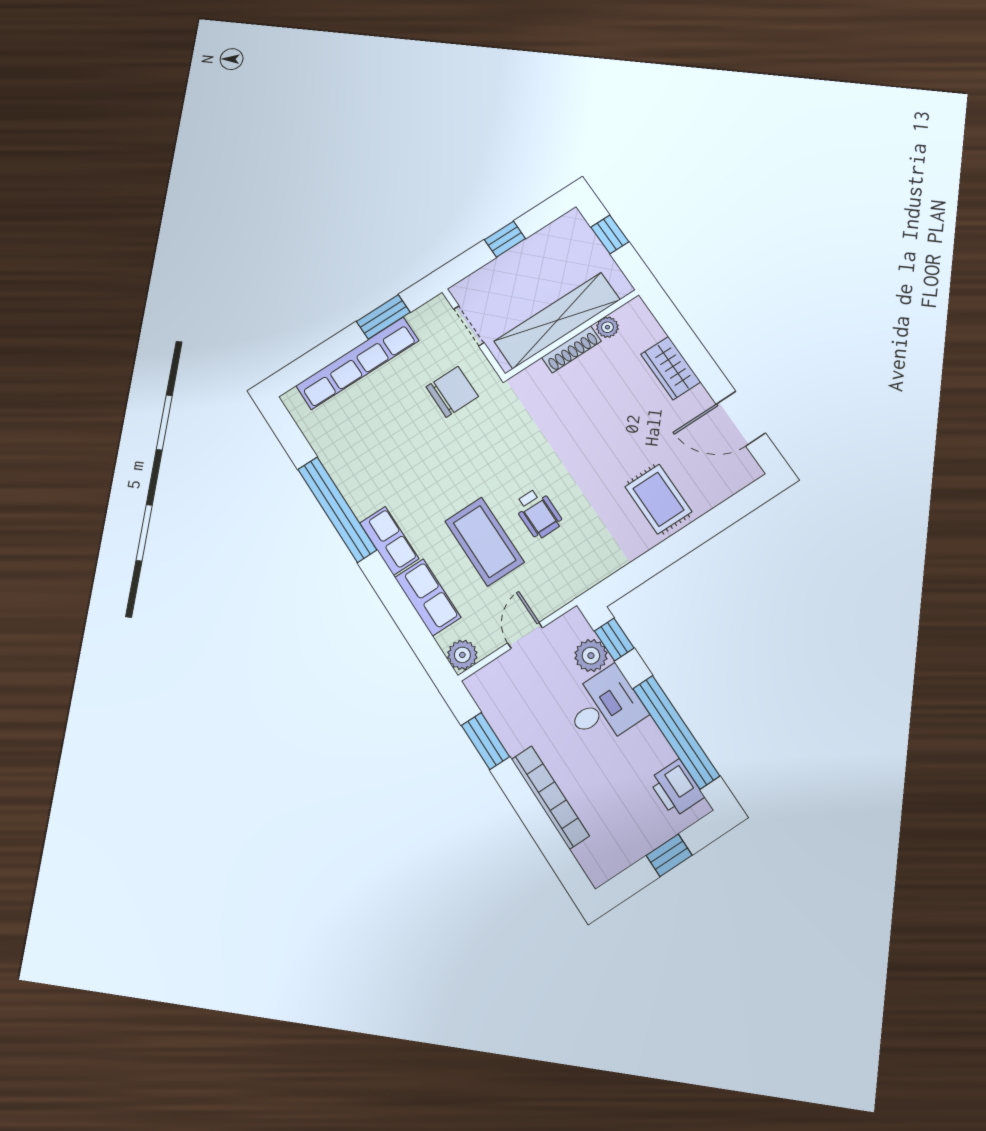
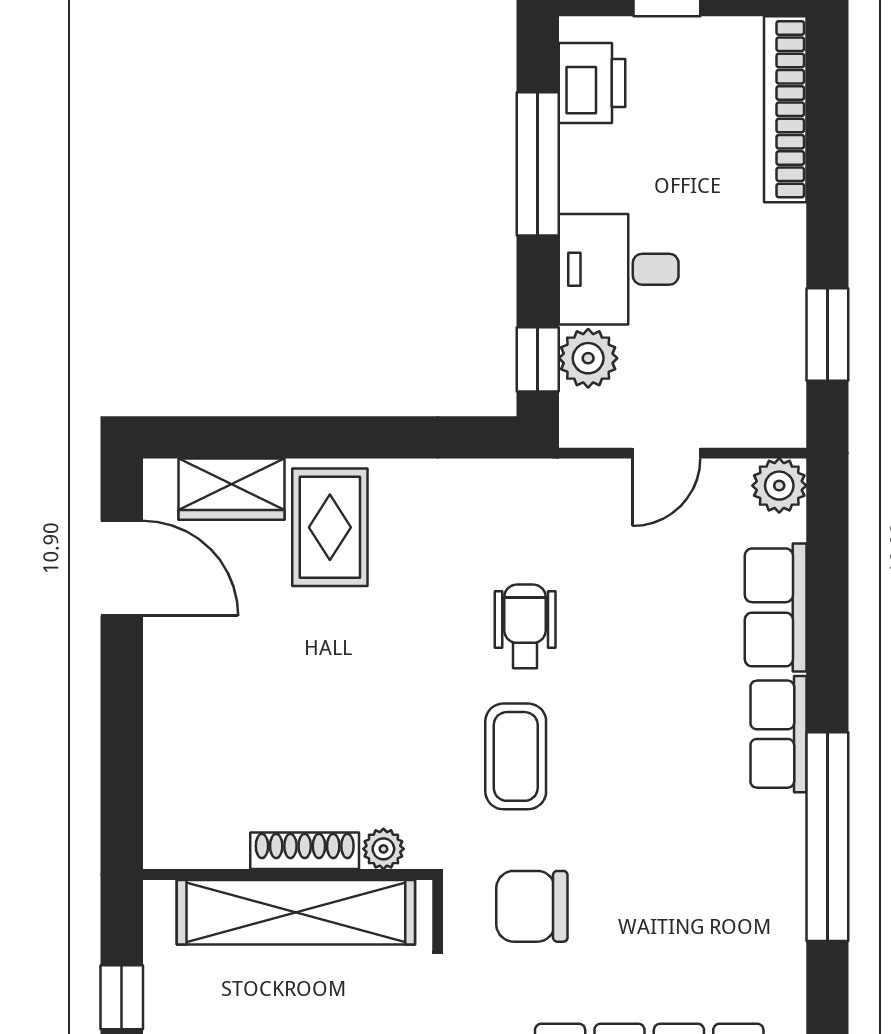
plant: (607, 327) -> (383, 849), moved
wardrobe: (671, 368) -> (231, 489), moved, turned 90
coffee table: (485, 542) -> (516, 756), moved, width x0.73, depth x0.76
window: (676, 732) -> (538, 164), width x0.68
bookcase: (550, 797) -> (785, 109), moved

